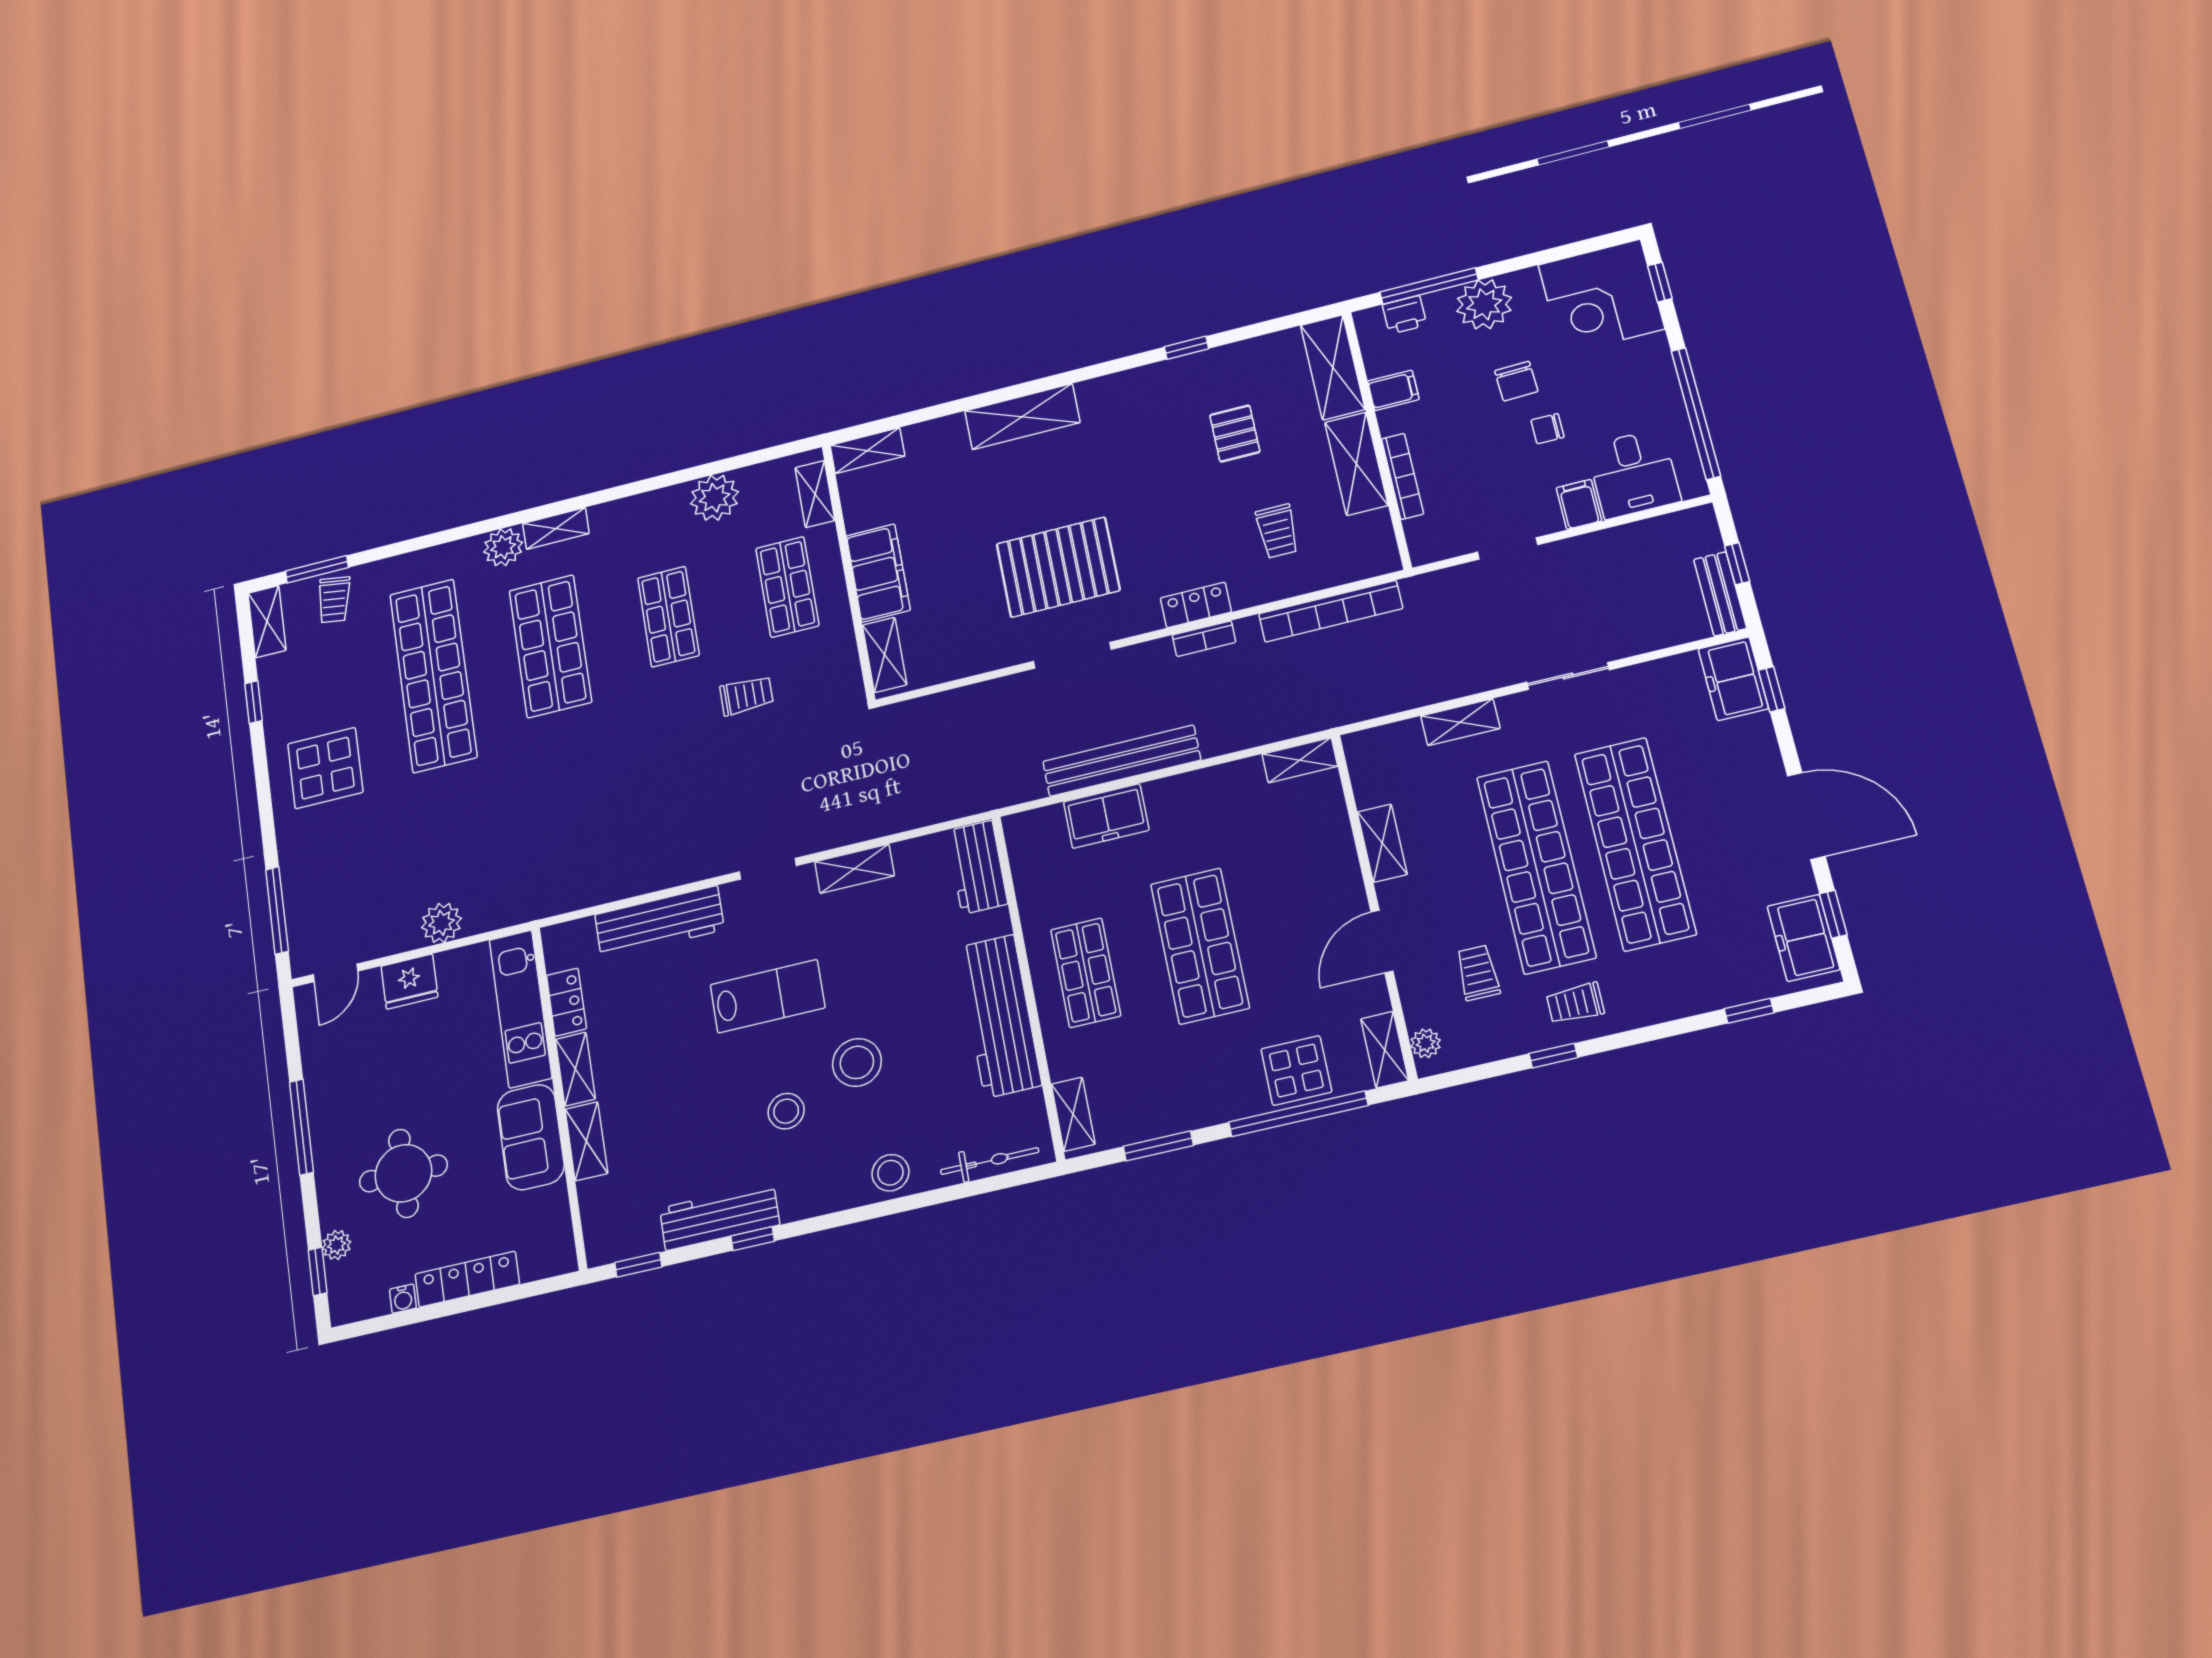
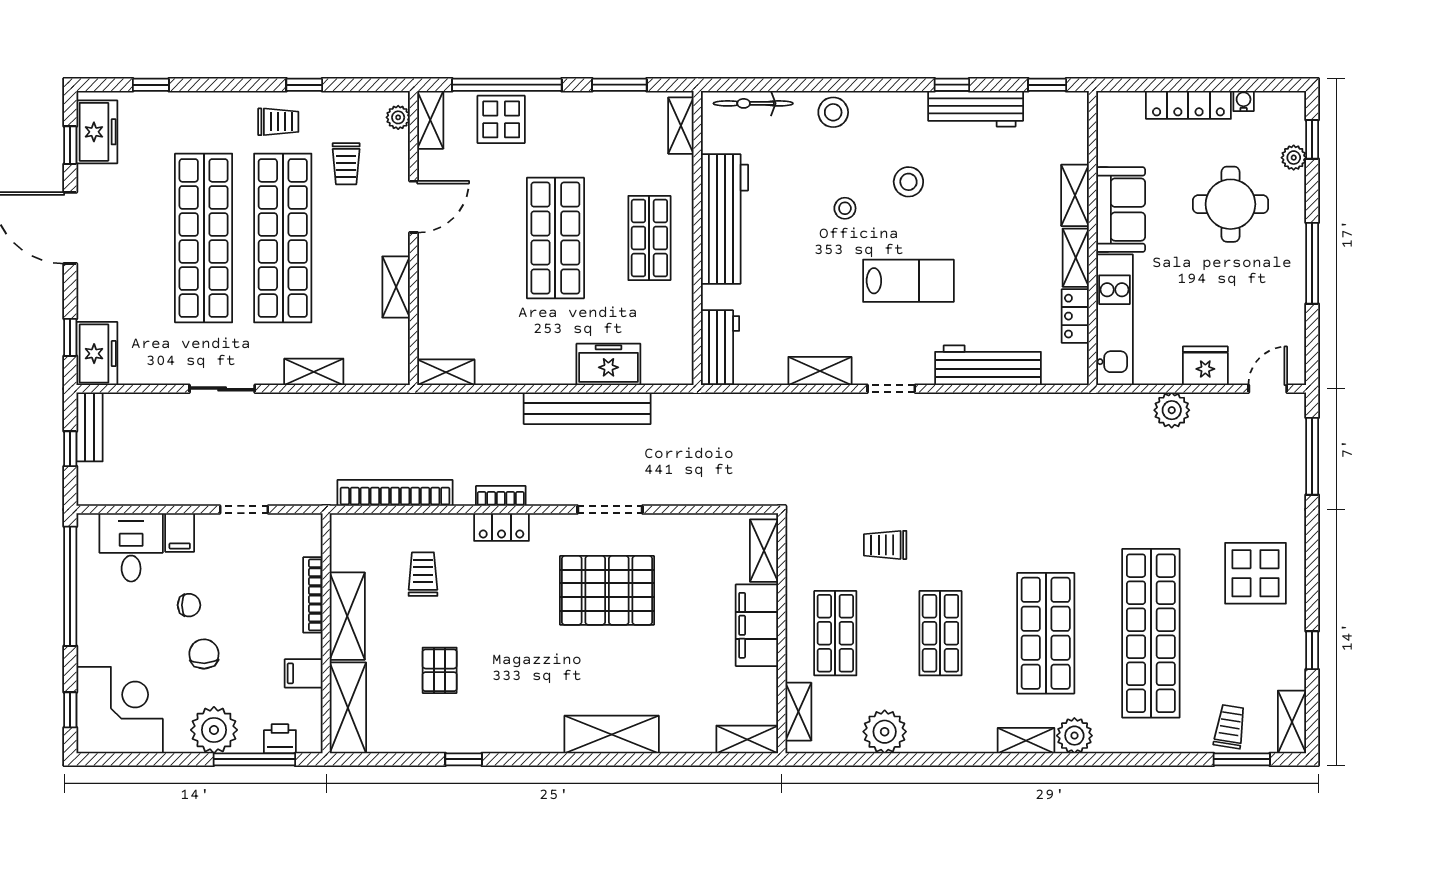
lab bench: (768, 996) -> (908, 281), turned 180
stool: (857, 1062) -> (845, 208), width x0.53, depth x0.53

